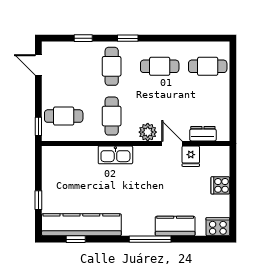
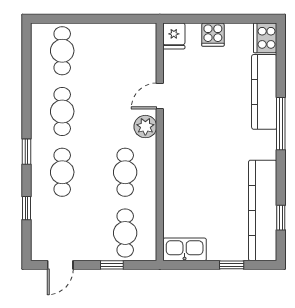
cafe table: (112, 66) -> (62, 172), turned 90
cafe table: (112, 116) -> (125, 172), turned 90
window: (38, 126) -> (112, 265), moved
dresser: (203, 134) -> (147, 57), removed
kitchen sink: (115, 155) -> (185, 249), moved, turned -90
fridge: (191, 156) -> (174, 36), moved, turned 90
kitchen counter: (175, 226) -> (264, 92), width x1.50

